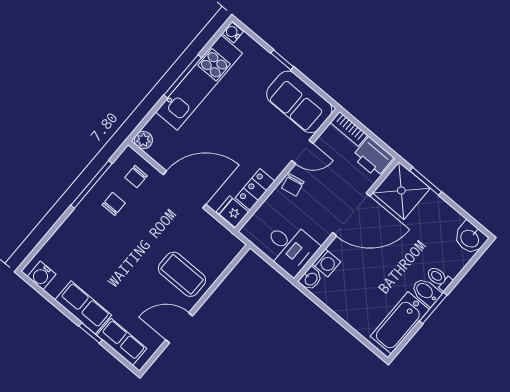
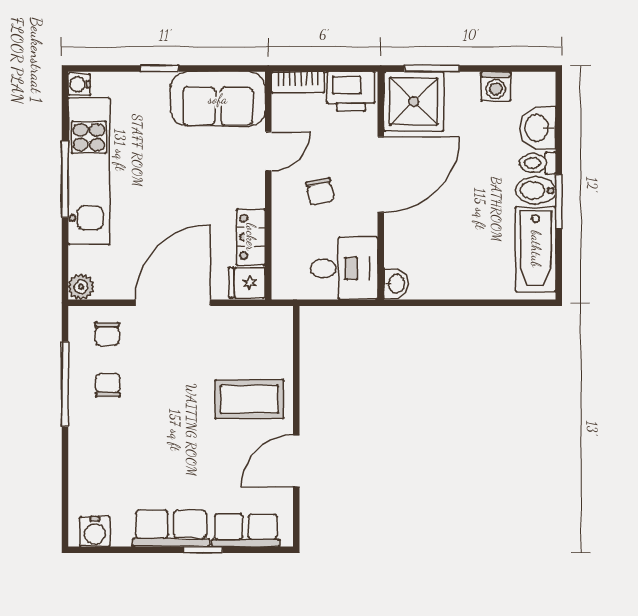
chair: (293, 185) -> (320, 191), moved
washbasin: (470, 238) -> (538, 128), moved, turned 90
washing machine: (326, 263) -> (496, 86), moved, turned 90

